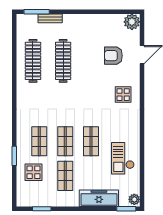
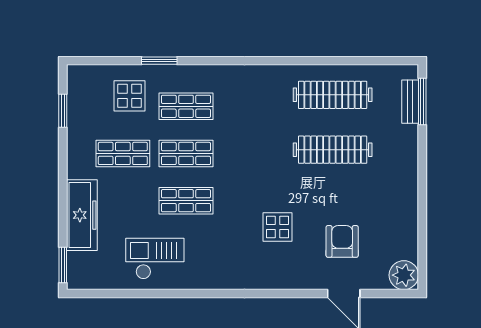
bench: (50, 18) -> (410, 102), moved
display table: (123, 95) -> (278, 227), moved
plant: (134, 199) -> (80, 280), removed

